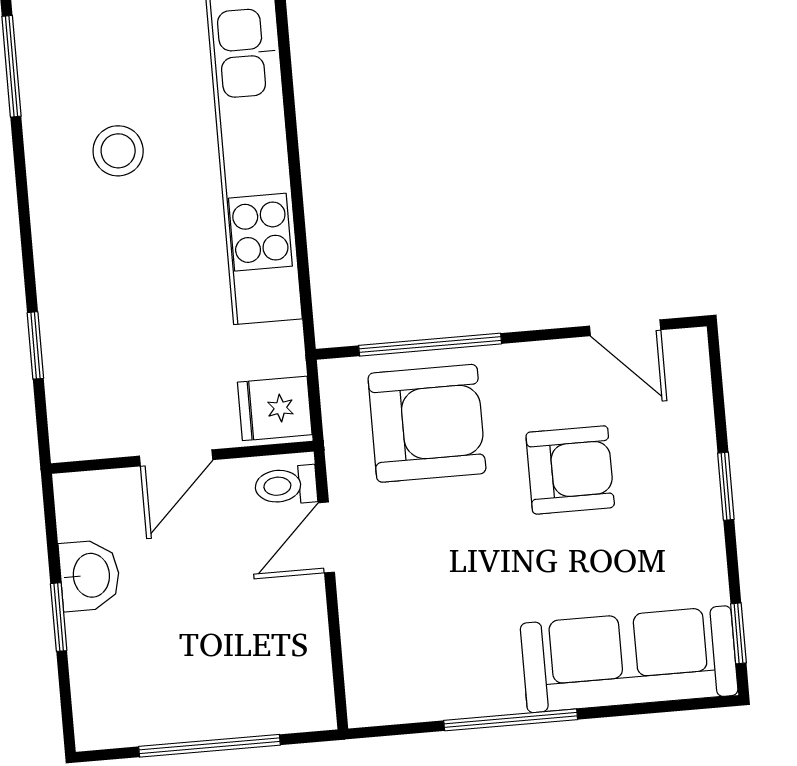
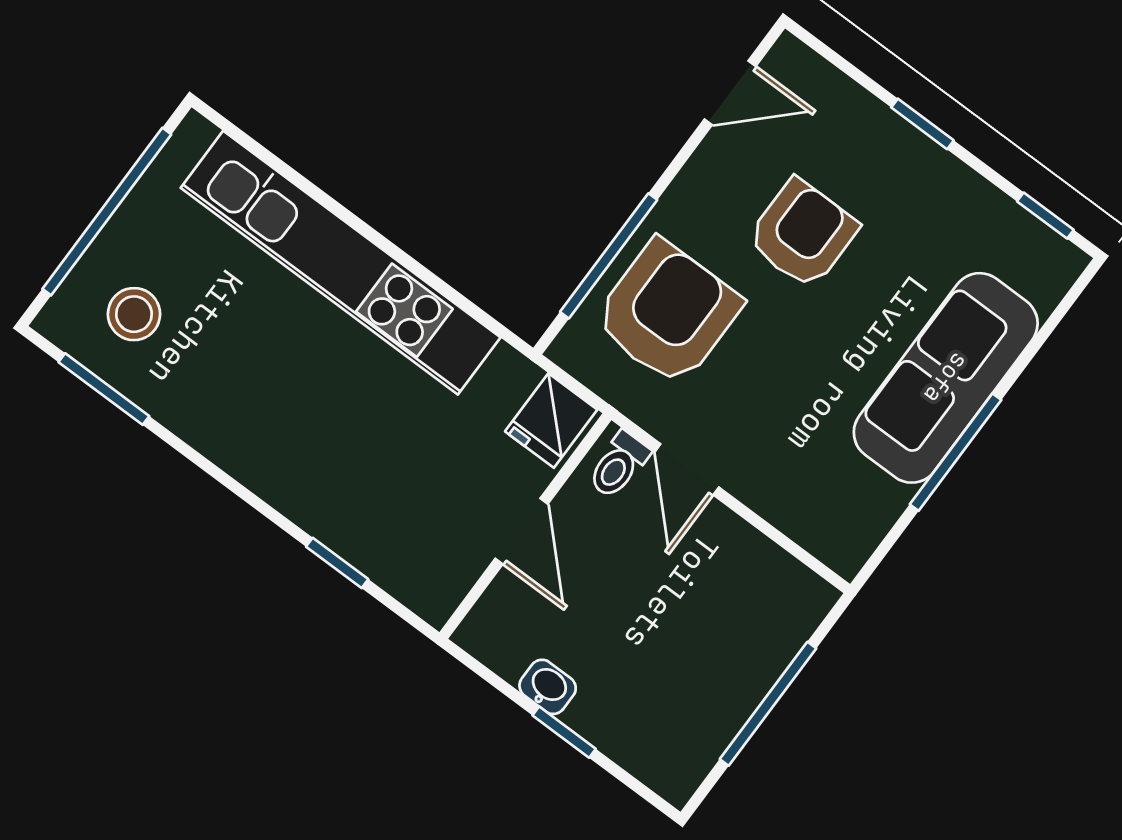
stool: (118, 151) -> (134, 314), moved
washbasin: (90, 575) -> (548, 687), width x0.72, depth x0.69
sofa: (629, 659) -> (946, 378), moved

